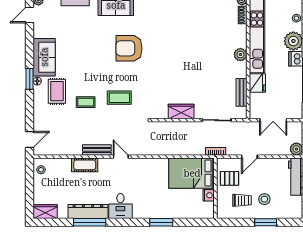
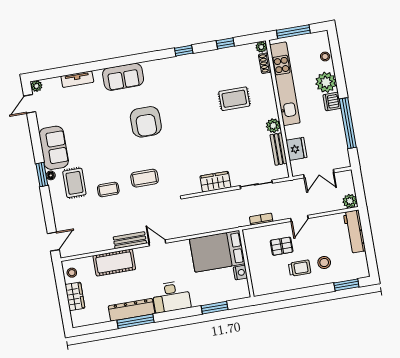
rug: (210, 41) -> (234, 99), added
armchair: (129, 48) -> (146, 122), turned -90
plant: (240, 55) -> (273, 126), moved
fridge: (257, 83) -> (296, 149), moved
cot: (85, 165) -> (114, 262), width x1.37, depth x1.34
bed: (192, 173) -> (217, 251), moved
wall: (215, 188) -> (246, 263), moved
nightstand: (209, 195) -> (240, 273), moved
desk: (120, 206) -> (171, 297), width x1.37
wardrobe: (45, 212) -> (75, 296), moved, turned 90
window: (266, 222) -> (346, 285), moved

